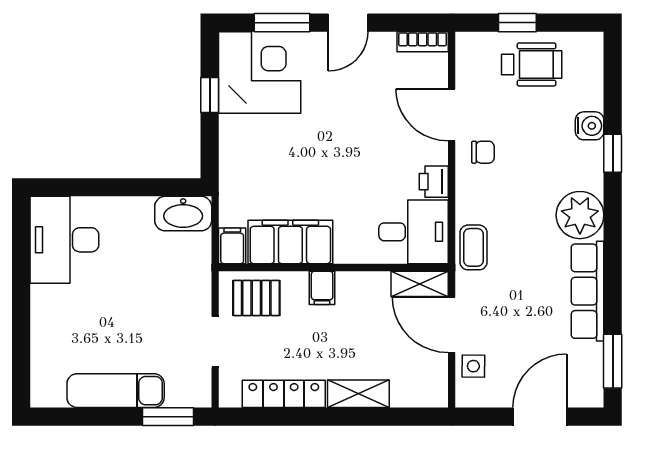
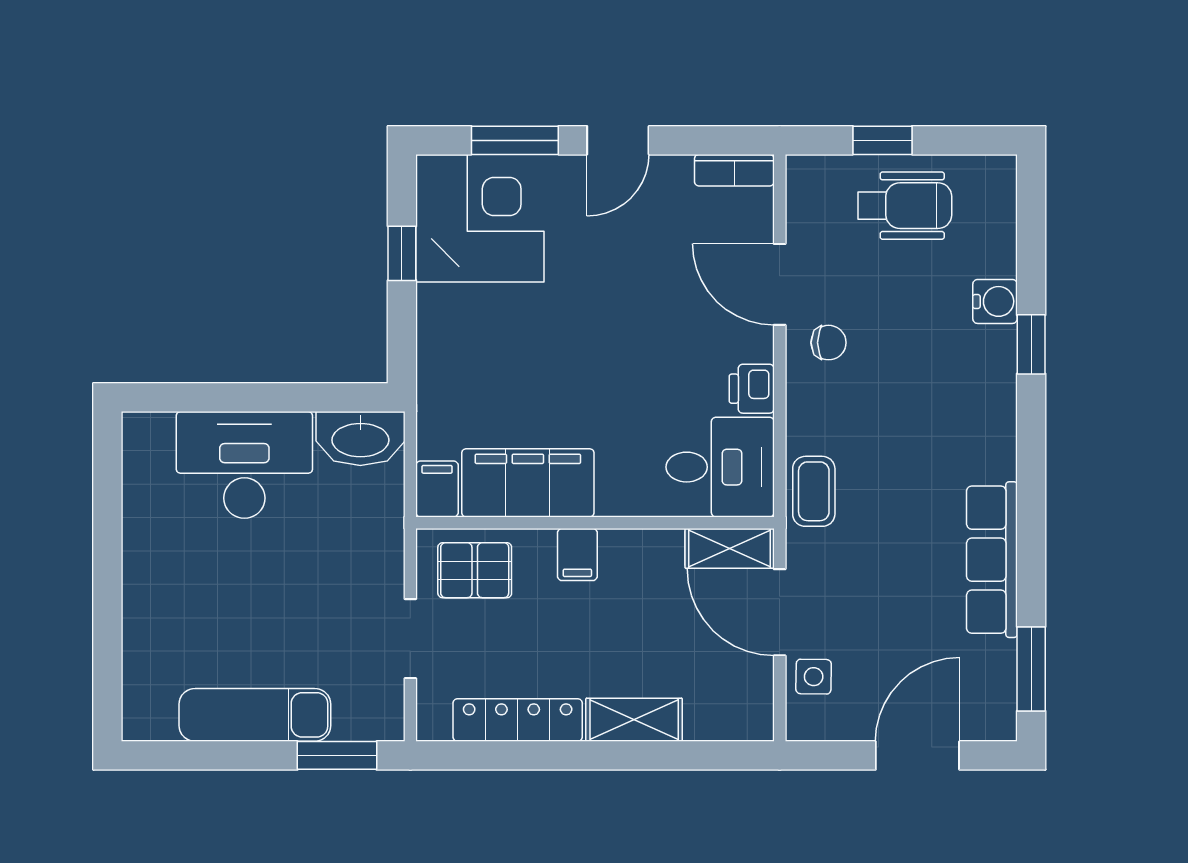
plant: (580, 215) -> (980, 441), removed
desk: (64, 240) -> (244, 465), moved, turned 90

